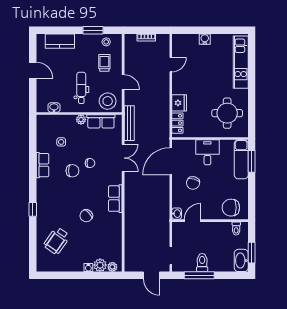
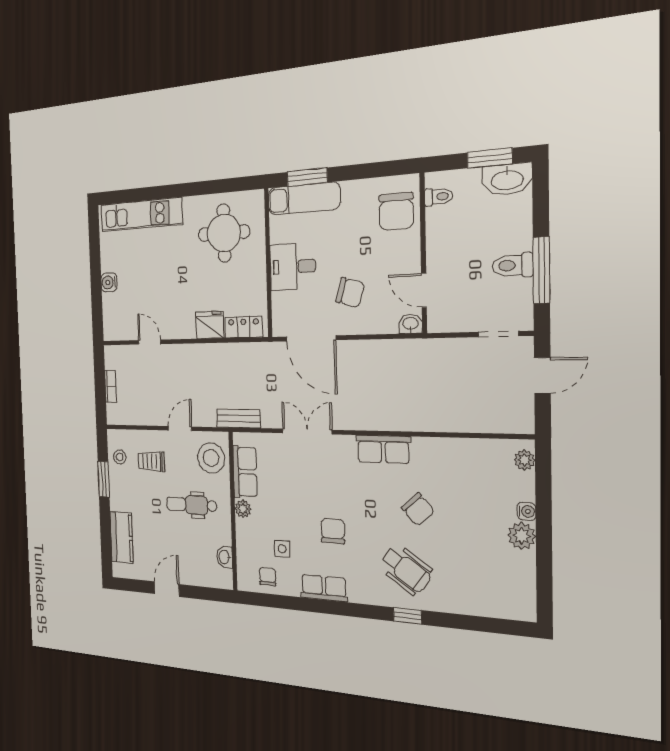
bench: (129, 123) -> (238, 419), width x0.73
chair: (90, 163) -> (268, 577), moved
wheelchair: (57, 241) -> (406, 570), moved
plant: (100, 265) -> (522, 536), moved

